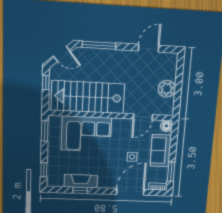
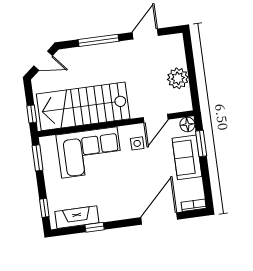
window: (99, 45) -> (98, 40), moved
window: (46, 83) -> (32, 114), moved
side table: (132, 157) -> (137, 143), moved
window: (171, 172) -> (201, 144), moved
fireplace: (81, 181) -> (77, 217), moved

